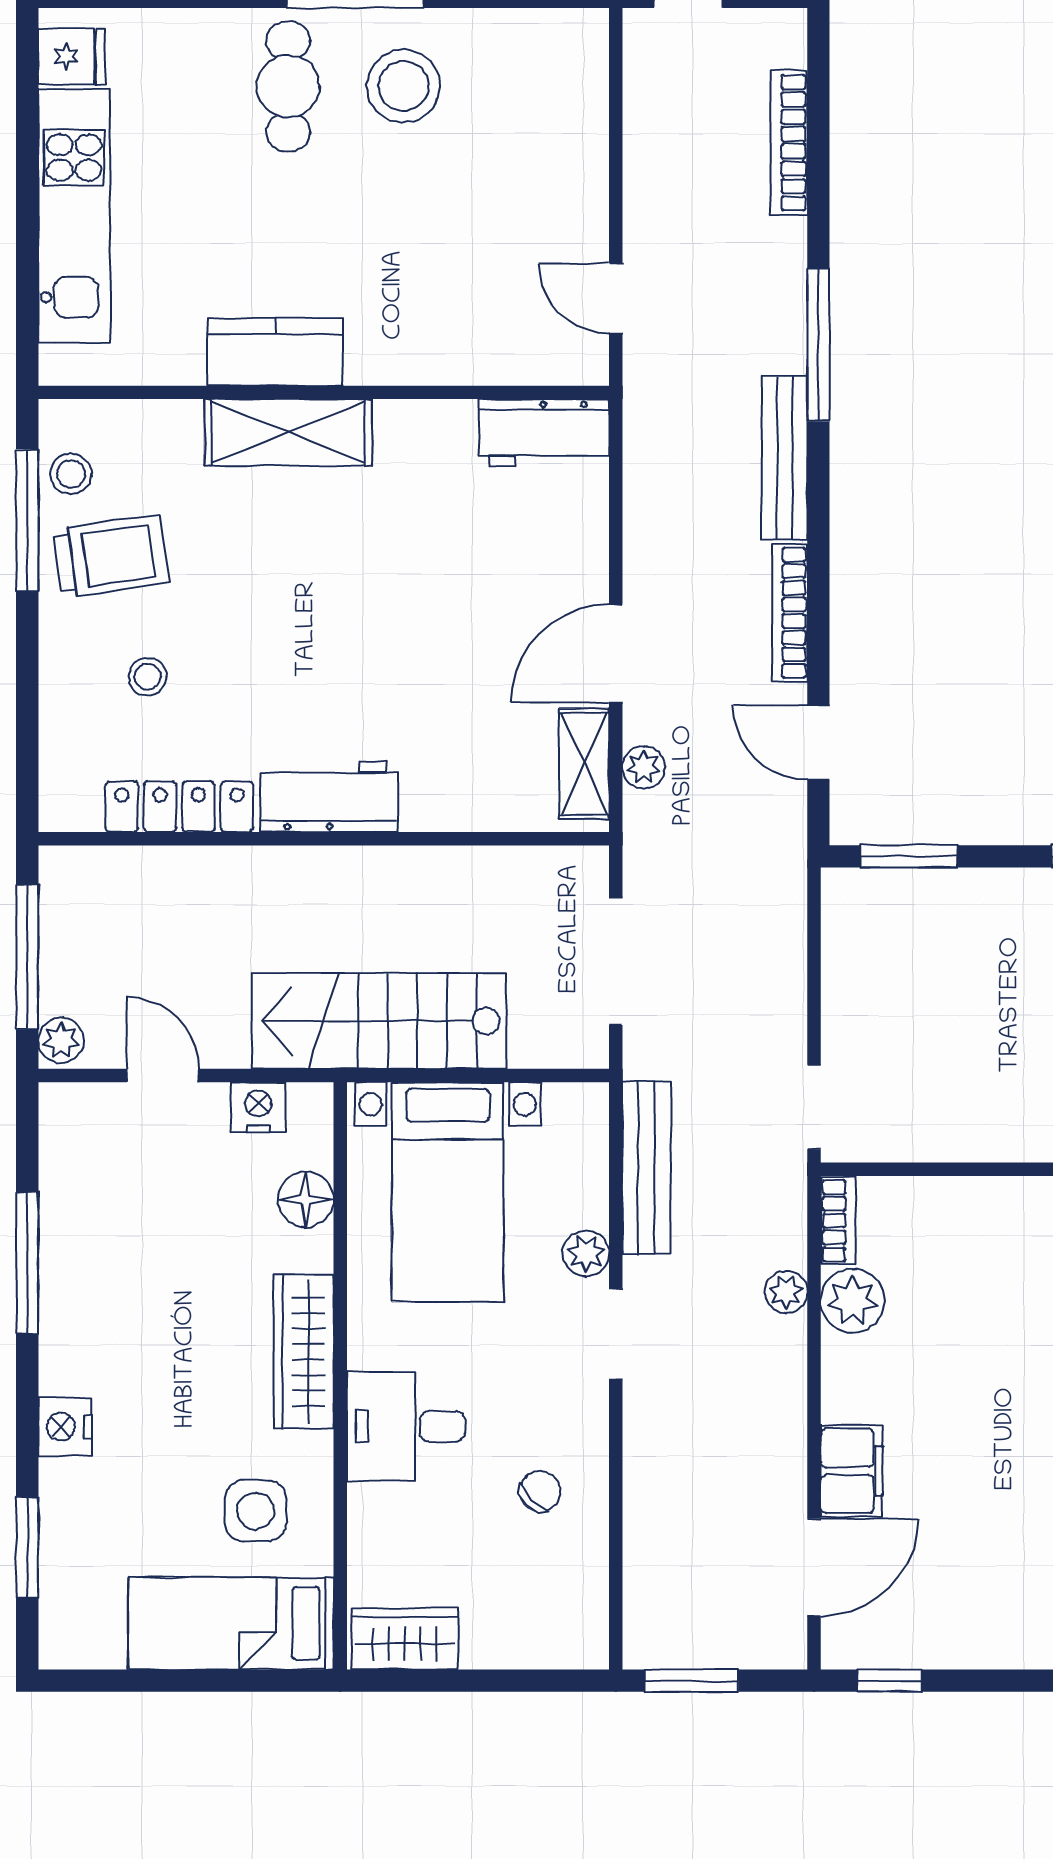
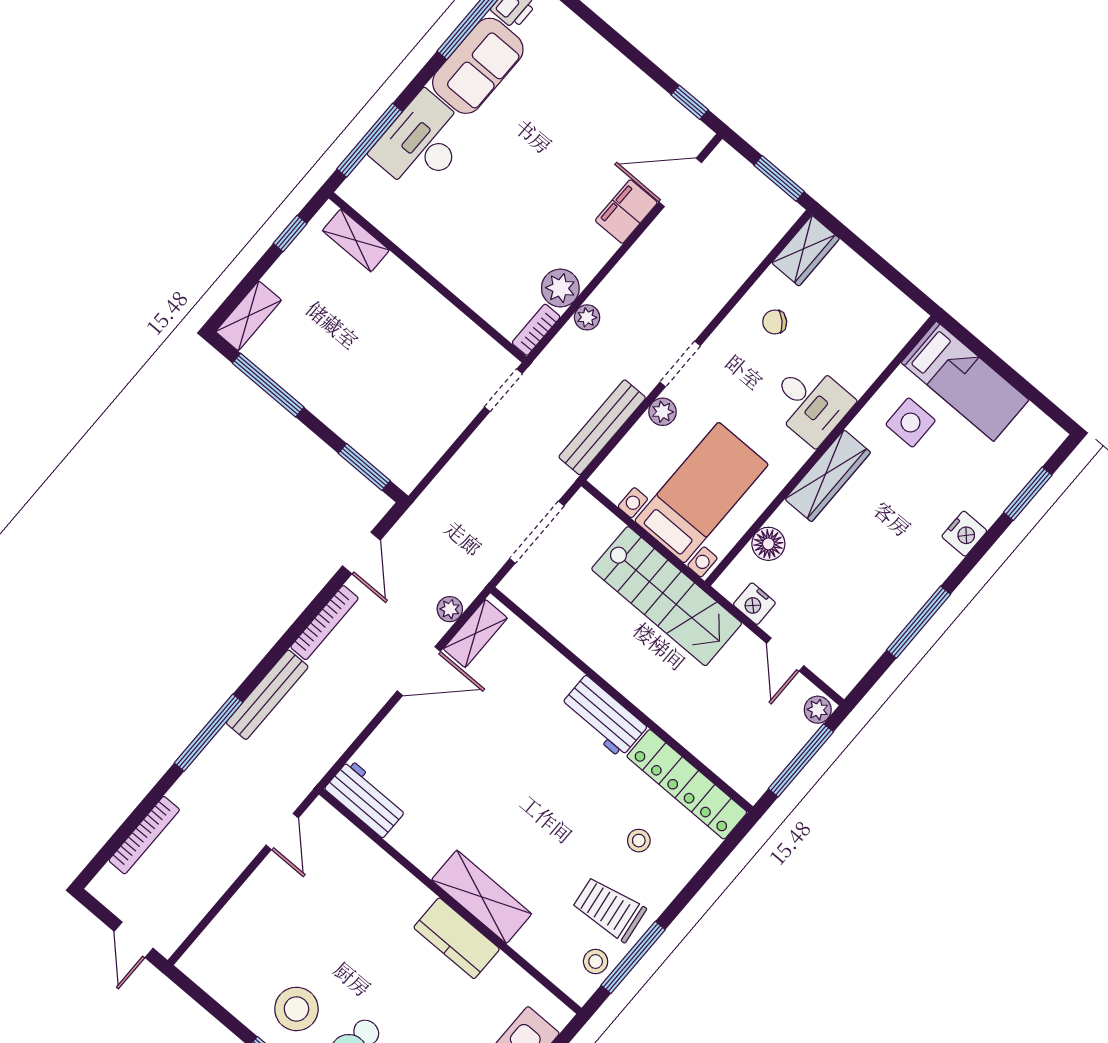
locker: (179, 807) -> (687, 784), width x1.41, depth x1.21
wardrobe: (405, 1639) -> (806, 251), moved, turned -90

